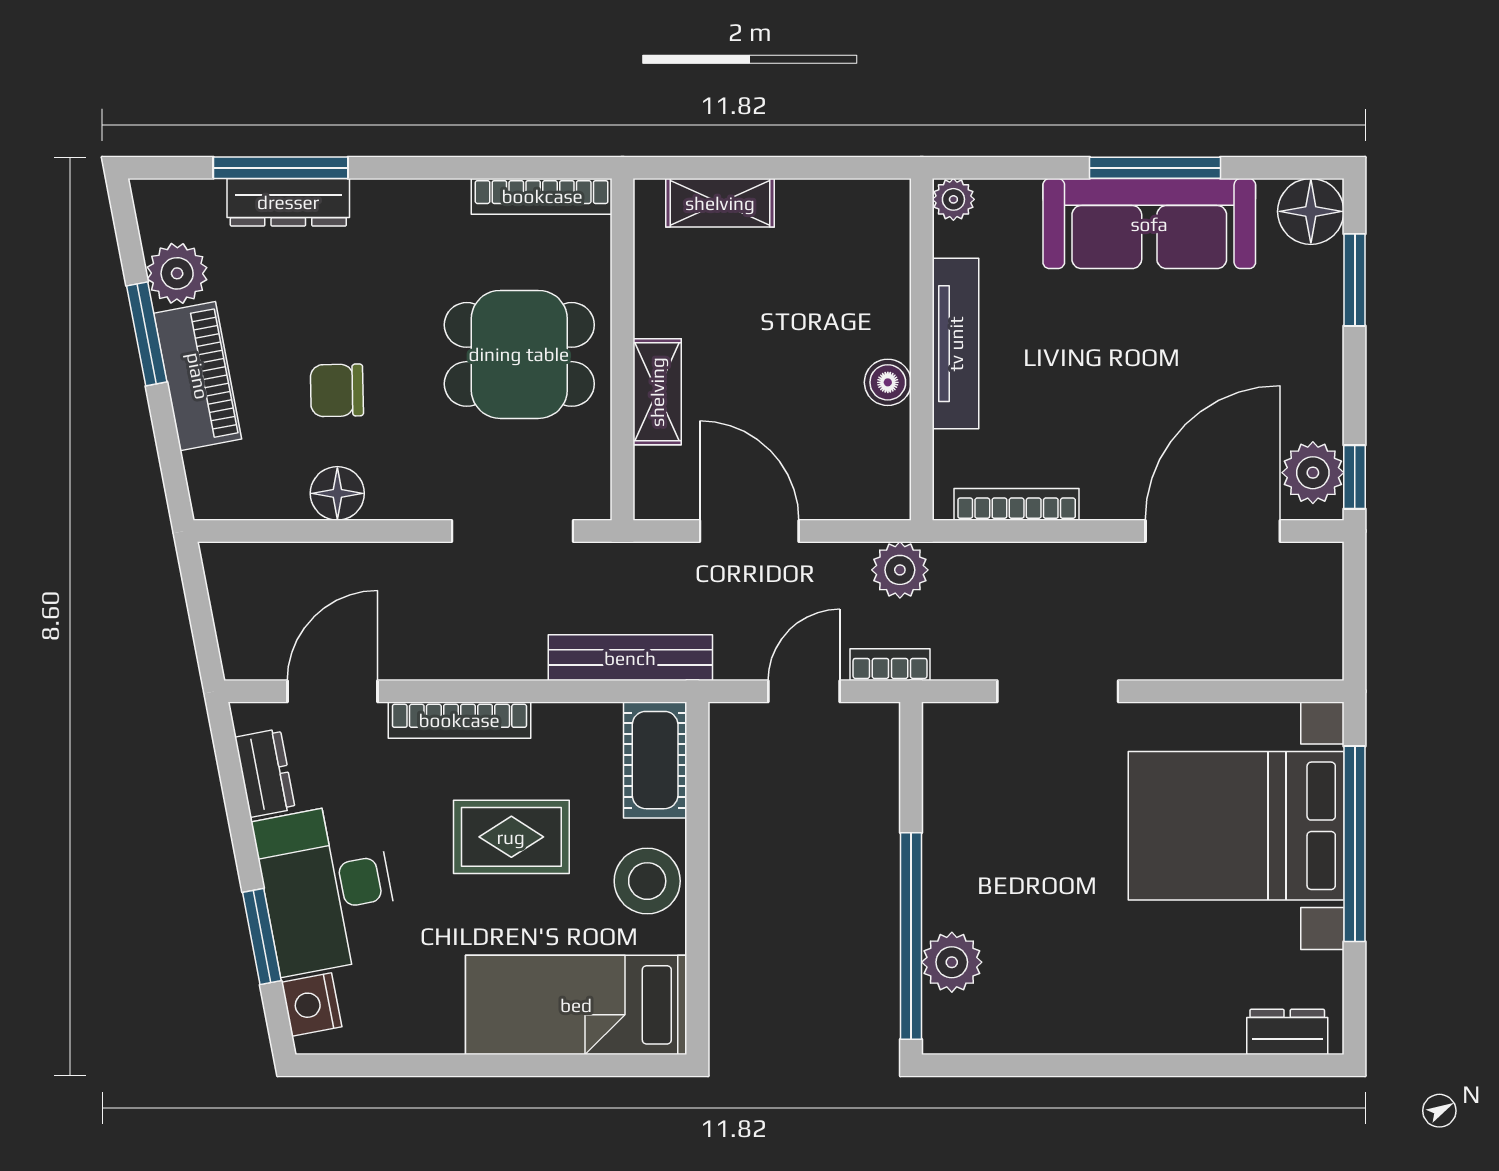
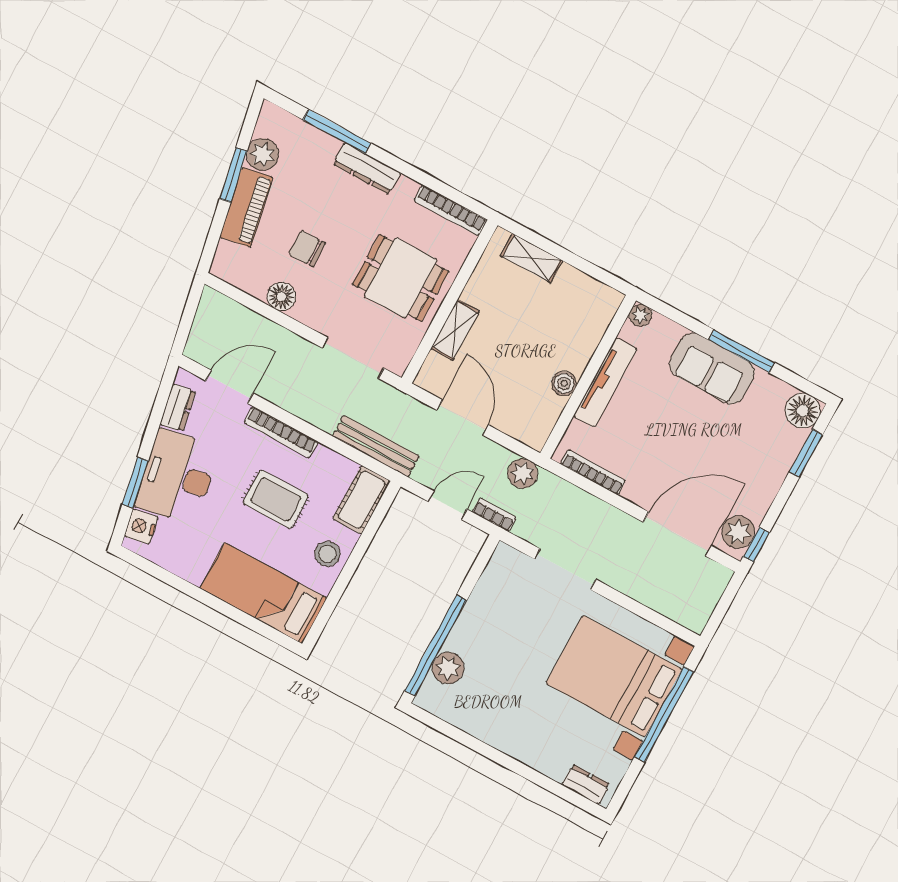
dresser: (288, 202) -> (367, 168), moved
sofa: (1149, 224) -> (712, 369), width x0.73
stool: (647, 881) -> (327, 554), width x0.73, depth x0.73

